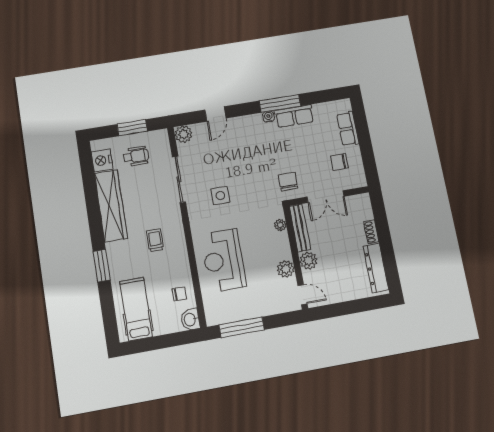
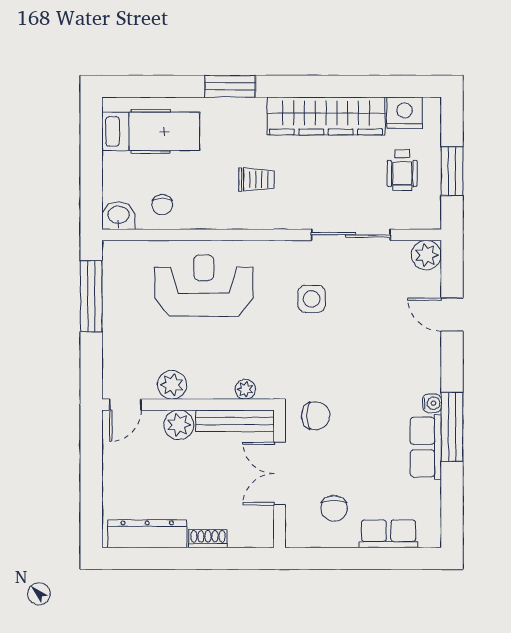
chair: (339, 162) -> (334, 508), turned 180

